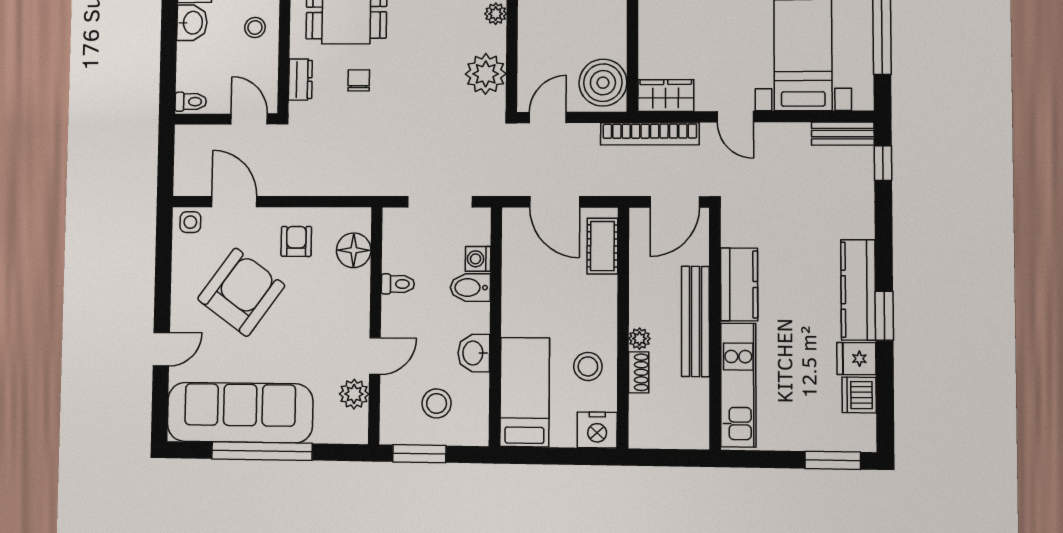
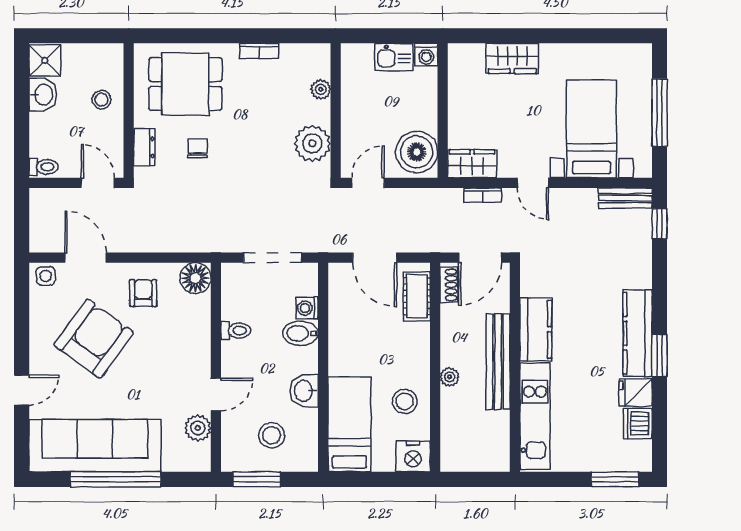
bookcase: (650, 134) -> (483, 195), width x0.43, depth x0.76
floor lamp: (354, 250) -> (195, 278), moved
shoe rack: (639, 372) -> (449, 285), moved

